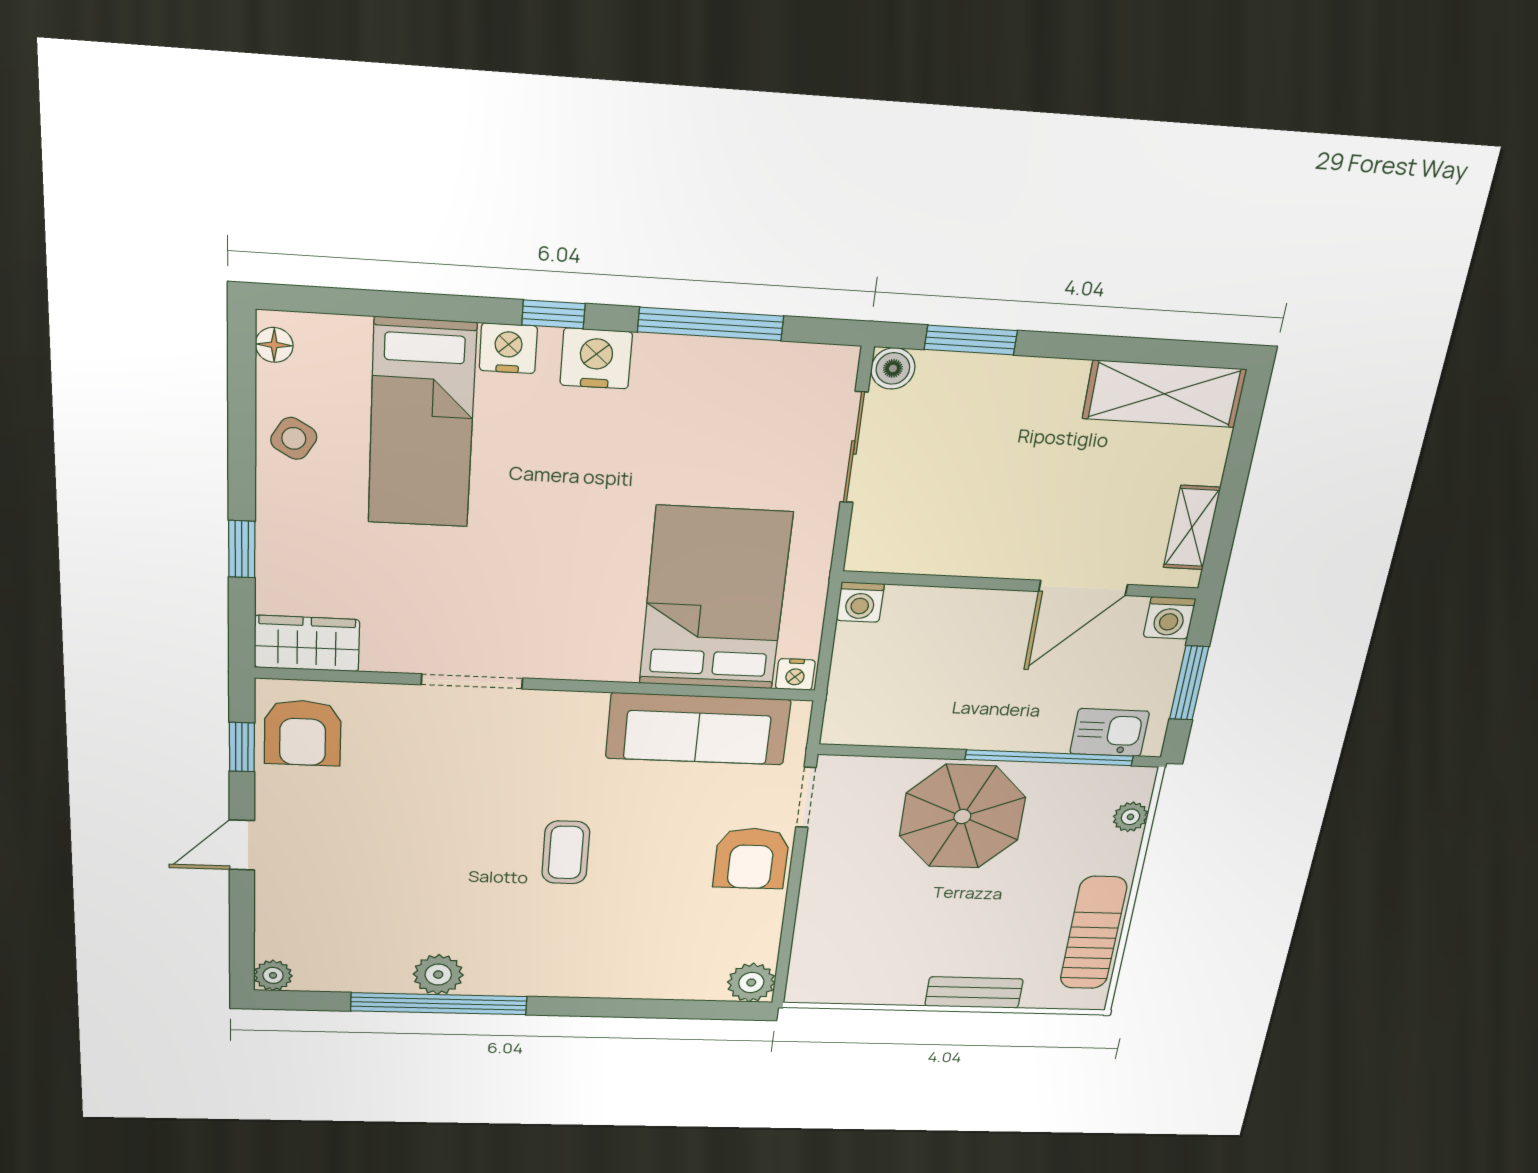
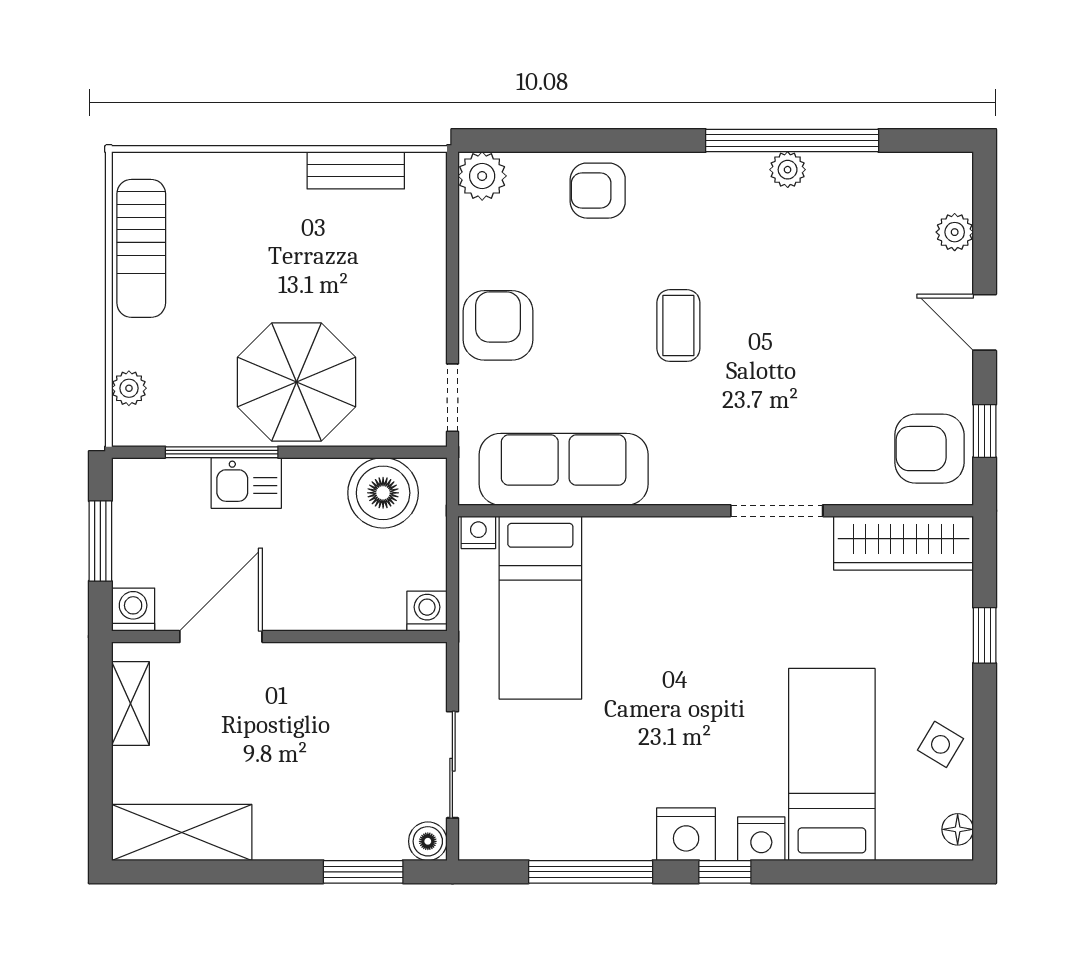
bed: (715, 599) -> (540, 608), width x0.67
wardrobe: (307, 644) -> (903, 543), width x1.50
boiler: (890, 715) -> (383, 493), added
armchair: (303, 733) -> (929, 449), turned -90
kitchen sink: (1110, 733) -> (246, 483), moved
window: (1049, 758) -> (222, 452), width x0.68
door: (242, 845) -> (985, 322), swing flipped
armchair: (638, 968) -> (598, 191), added
plant: (273, 975) -> (955, 232), moved
plant: (438, 975) -> (788, 170), width x0.73, depth x0.73
bench: (974, 992) -> (356, 170), moved

